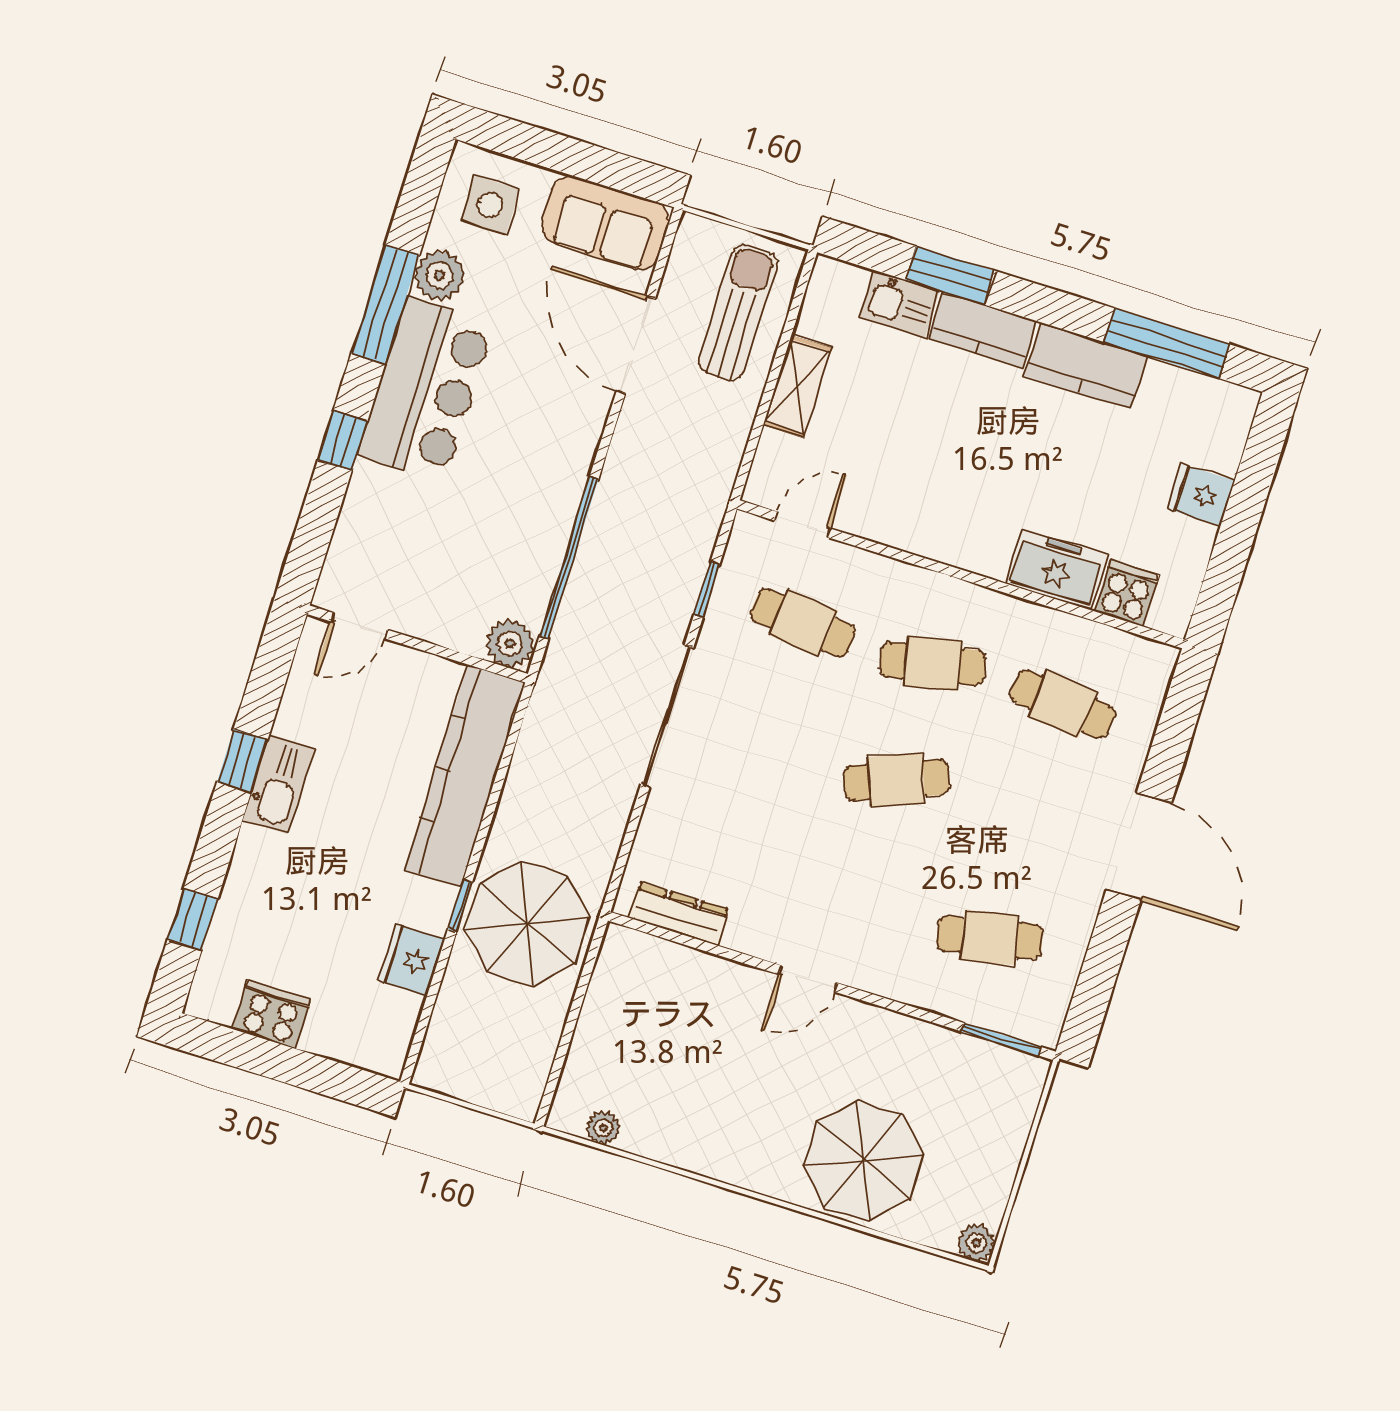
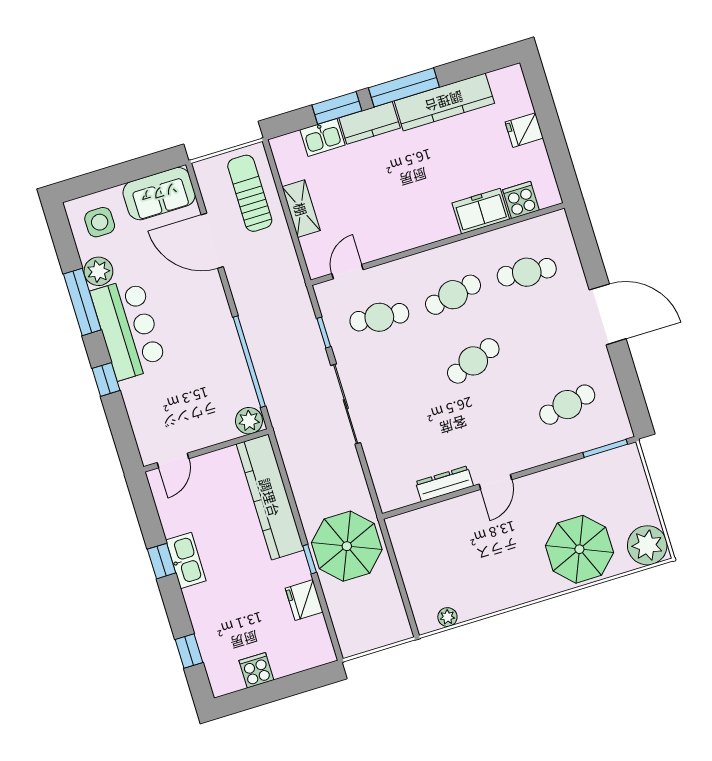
window: (1167, 343) -> (404, 87), moved
kitchen counter: (1086, 366) -> (444, 102), width x1.50
dresser: (679, 914) -> (444, 484), moved
cooker: (272, 1014) -> (256, 670), width x0.73
plant: (977, 1243) -> (647, 545), width x1.87, depth x1.87

